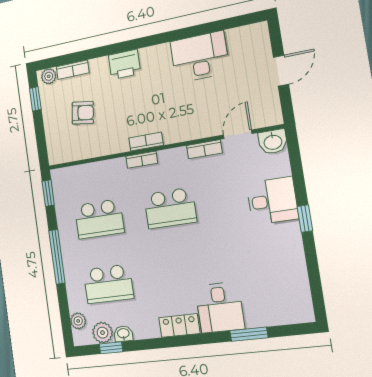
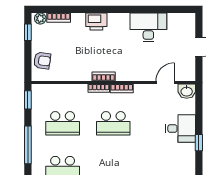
armchair: (83, 113) -> (42, 61), moved
bookcase: (204, 149) -> (122, 88), moved

